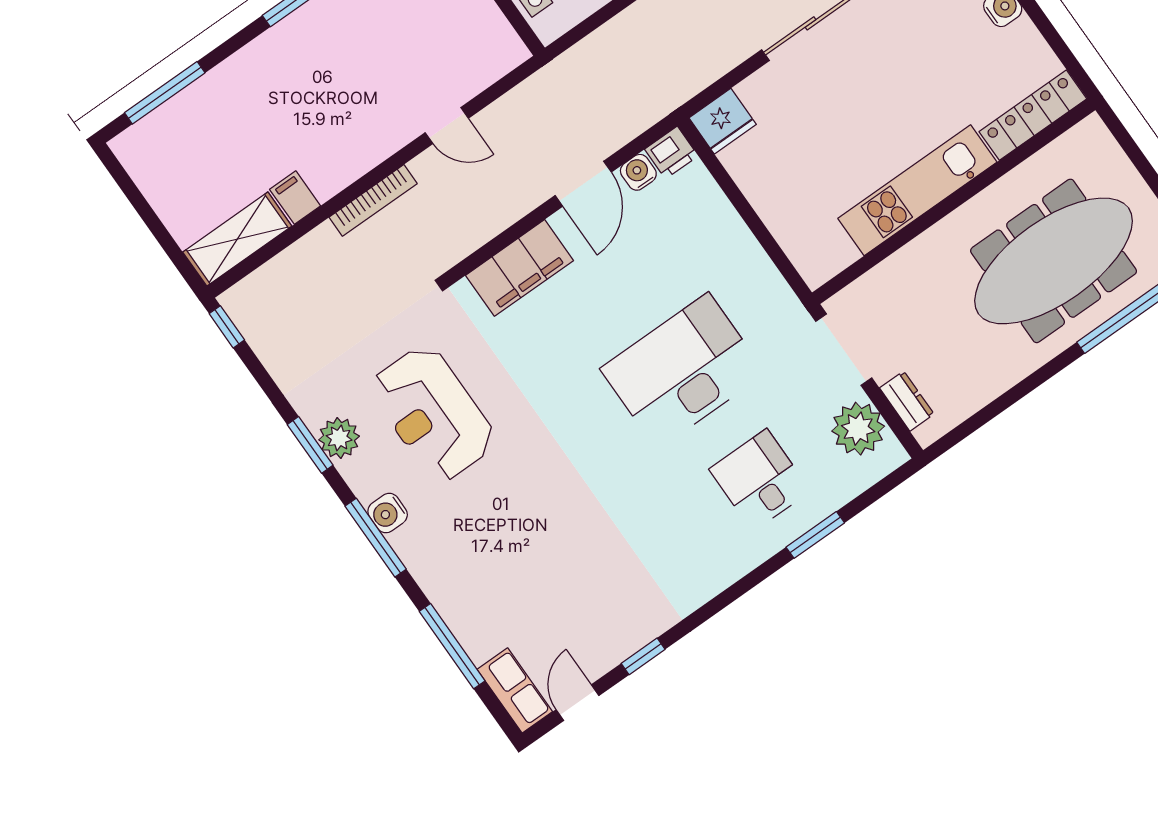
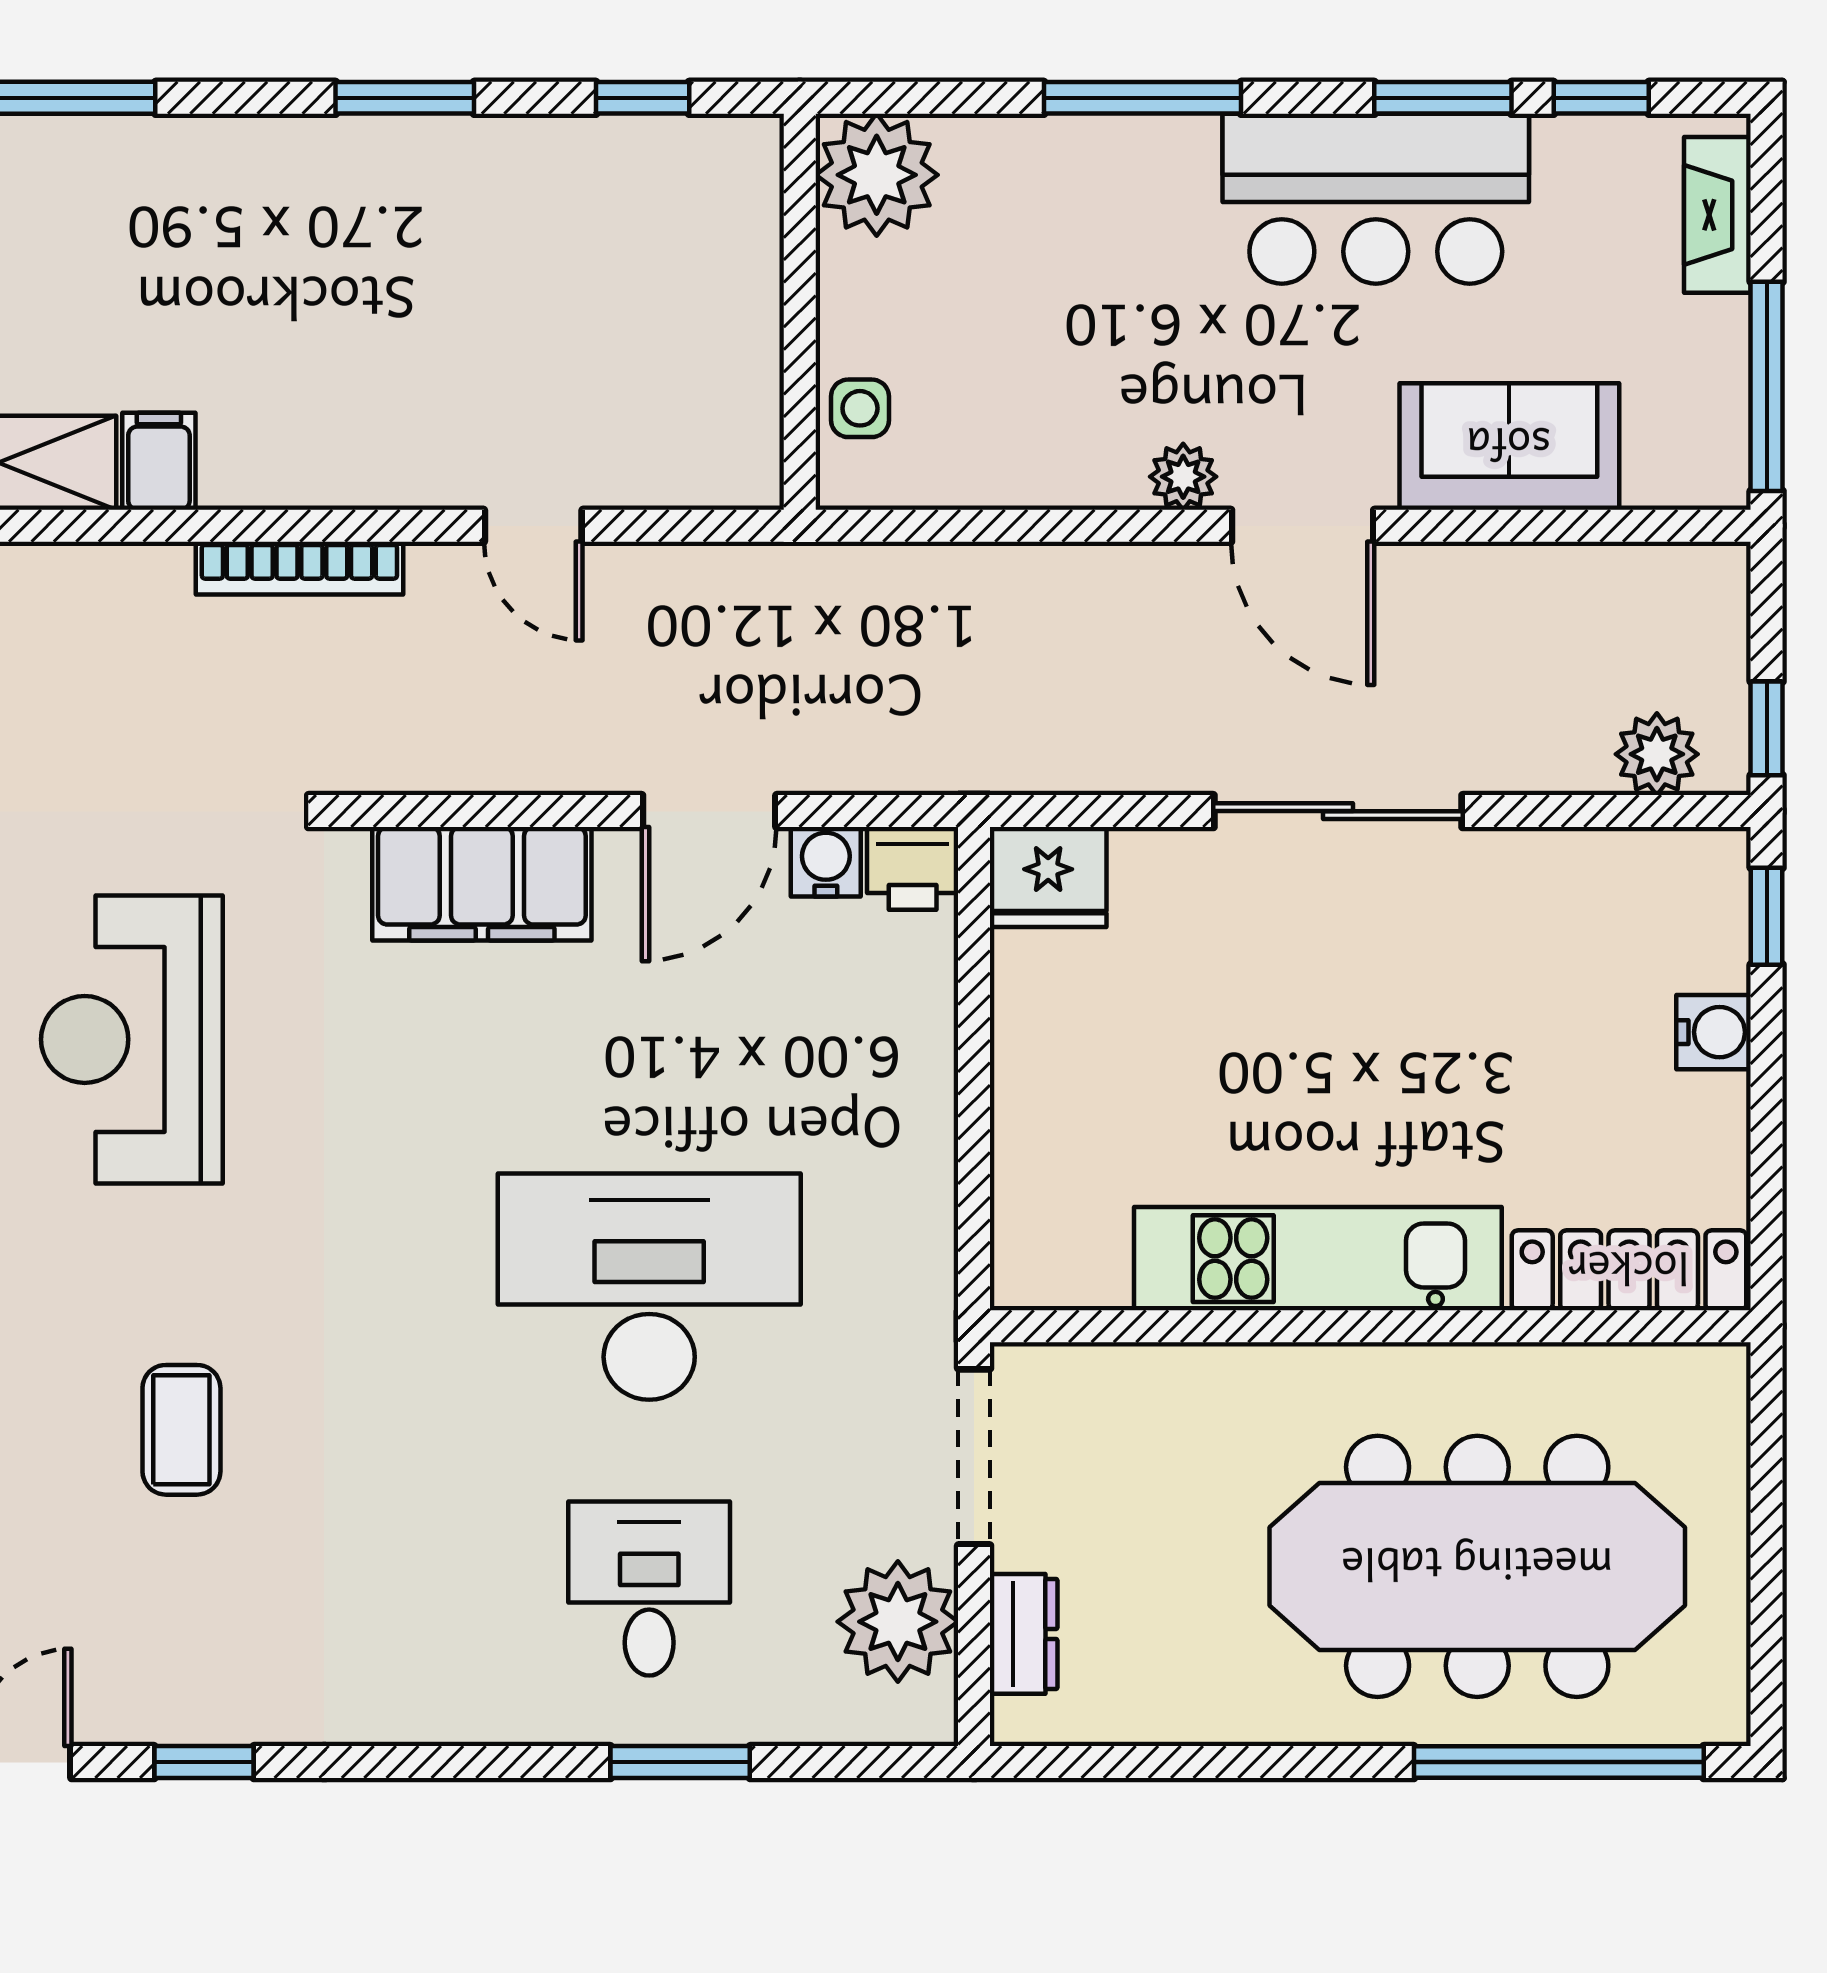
coffee table: (550, 542) -> (181, 1430), added

